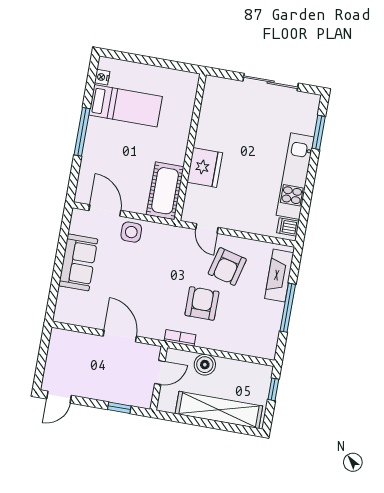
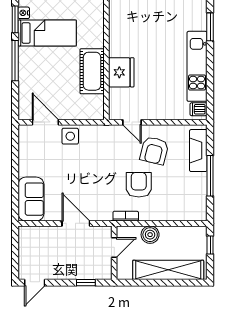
window: (91, 83) -> (15, 19), added
cot: (165, 191) -> (92, 71), moved
sofa: (78, 262) -> (31, 199), moved

